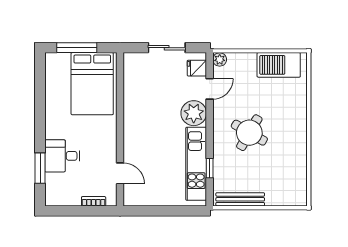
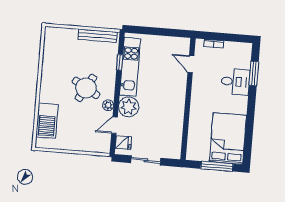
plant: (220, 60) -> (108, 105), moved
barbecue: (279, 65) -> (47, 121), moved, turned 90
bed: (92, 84) -> (228, 139), moved

